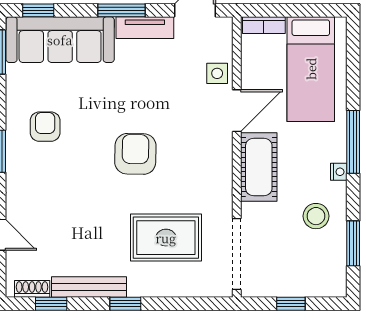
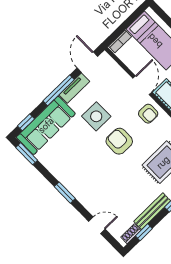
window: (122, 10) -> (59, 90), width x1.44
side table: (217, 73) -> (96, 116), moved, width x1.87, depth x1.87
armchair: (45, 127) -> (148, 114), moved, turned 180

